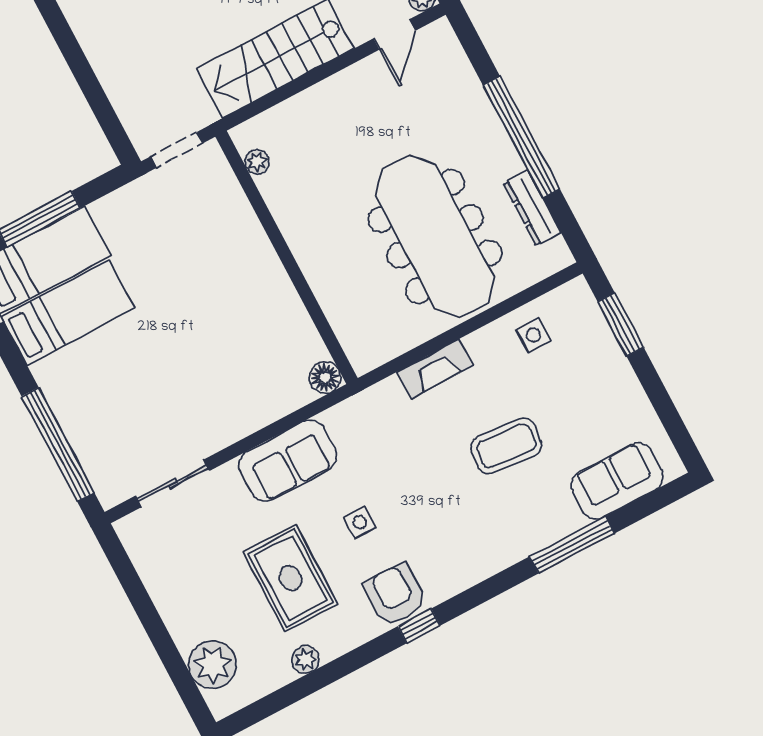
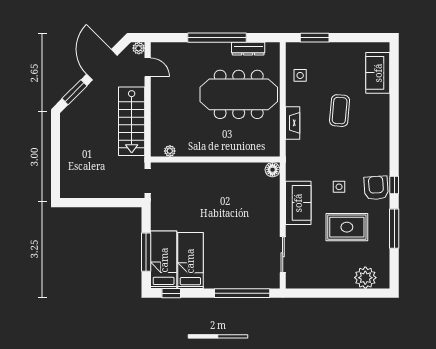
window: (572, 545) -> (394, 229), moved
armchair: (395, 594) -> (376, 188), turned 86
plant: (306, 660) -> (383, 239), removed

